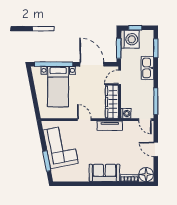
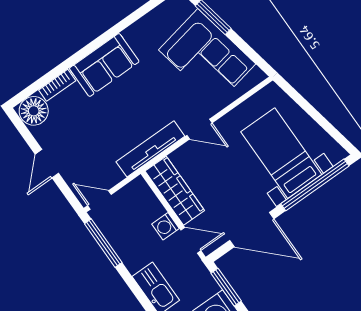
door: (120, 77) -> (191, 240), hinge flipped
washing machine: (126, 113) -> (165, 226), moved
tv unit: (110, 126) -> (150, 149), width x1.41
door: (156, 149) -> (47, 164), swing flipped

